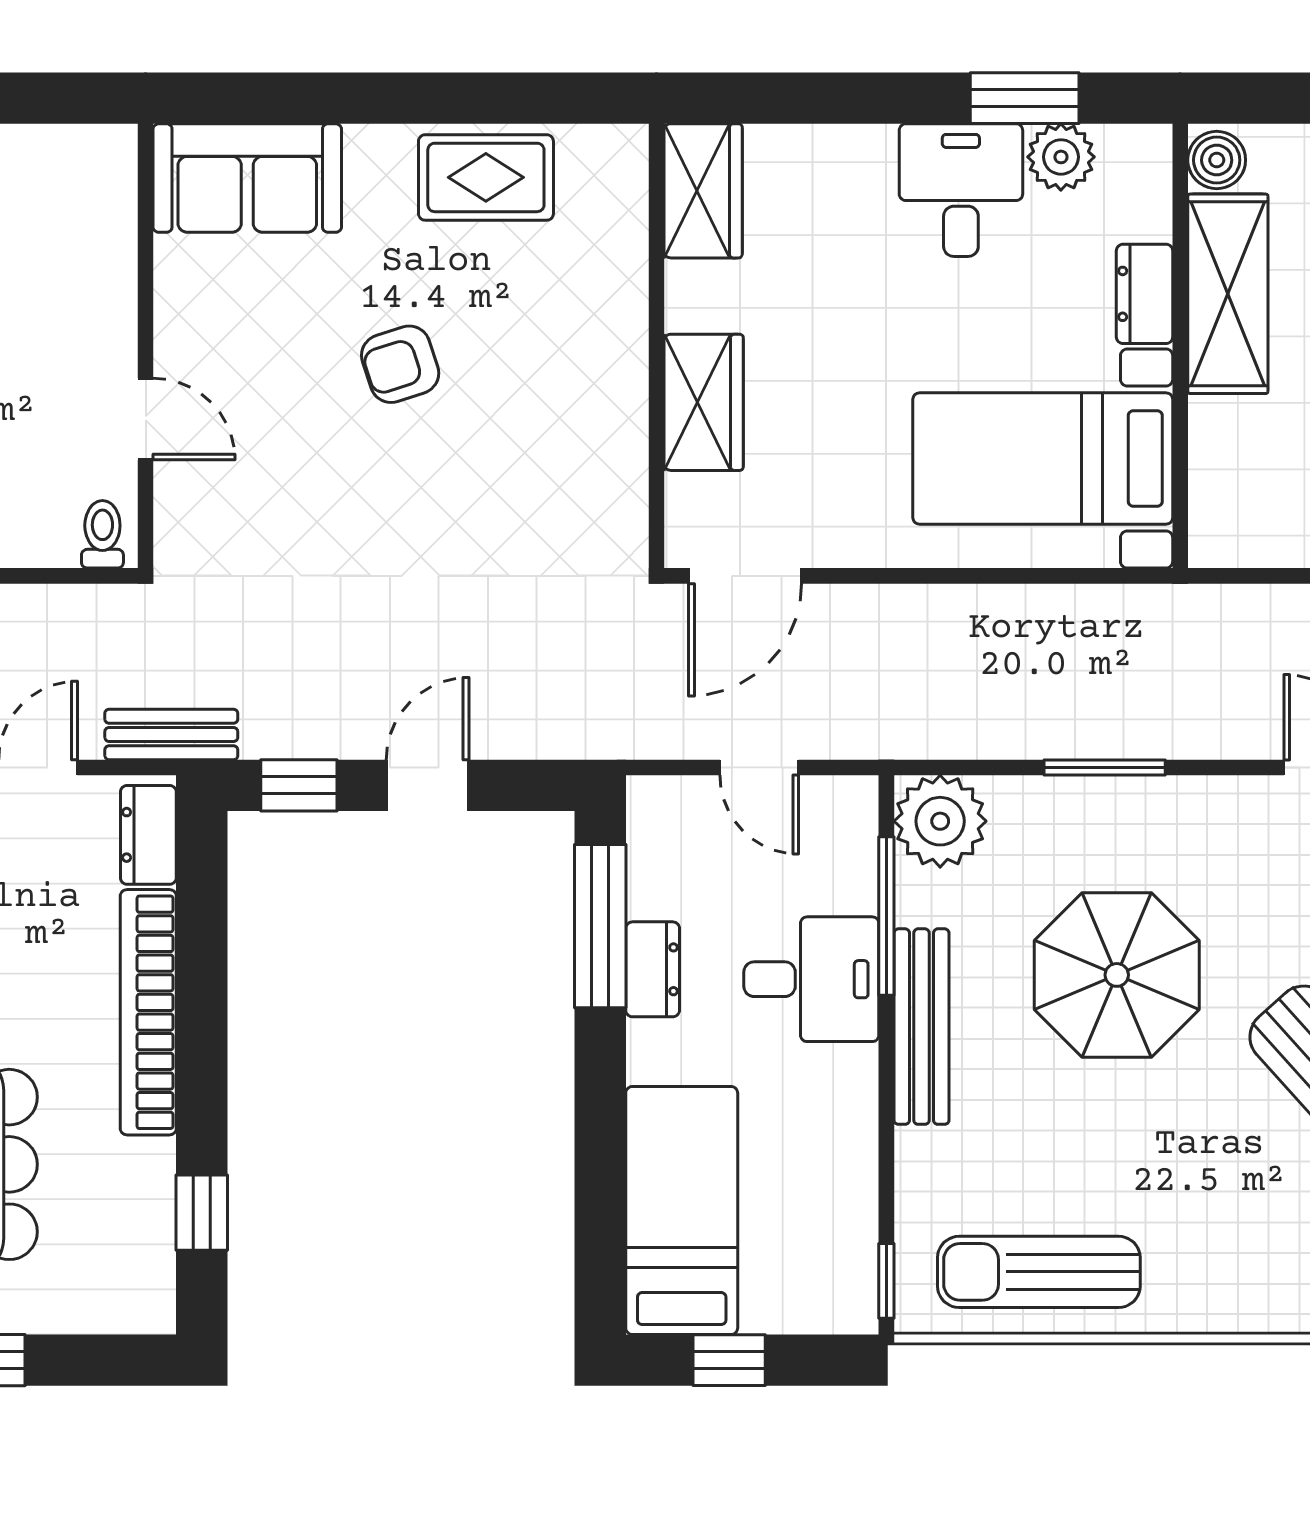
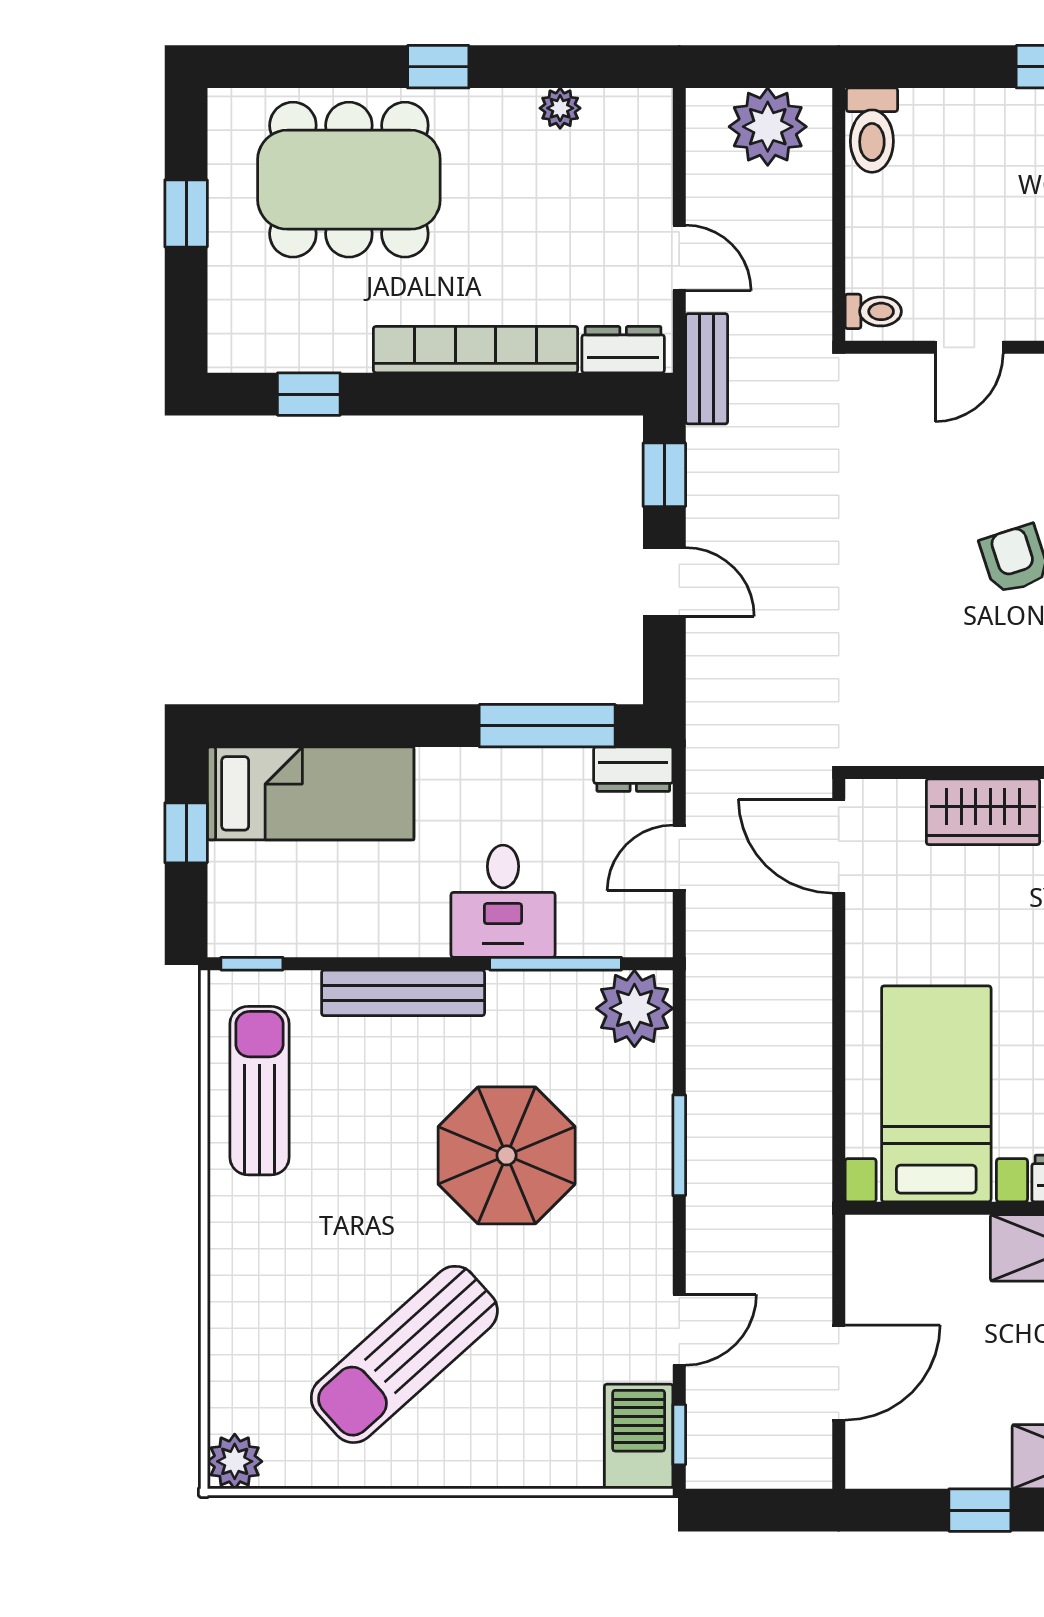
dresser: (653, 969) -> (633, 769), moved
bench: (921, 1027) -> (403, 993), moved

